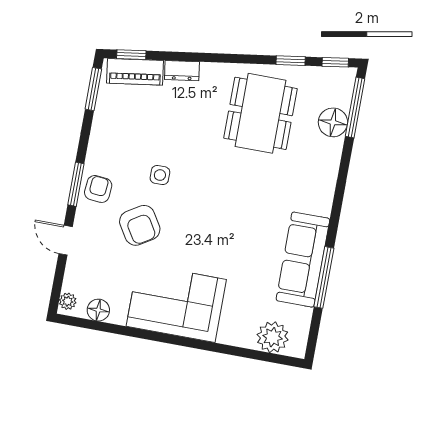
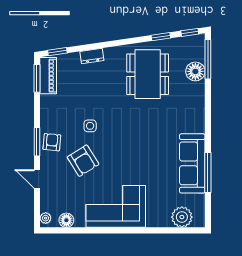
piano: (135, 72) -> (48, 76), moved, turned -82

